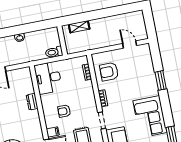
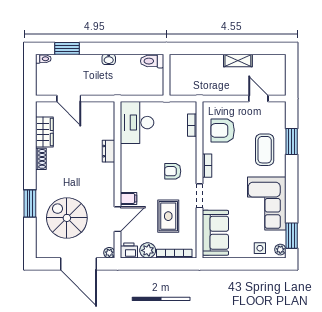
shelving: (79, 27) -> (238, 60), moved
toilet: (54, 52) -> (152, 61), moved
coffee table: (141, 79) -> (265, 150), added
window: (161, 80) -> (292, 142), moved
armchair: (64, 111) -> (173, 171), moved

